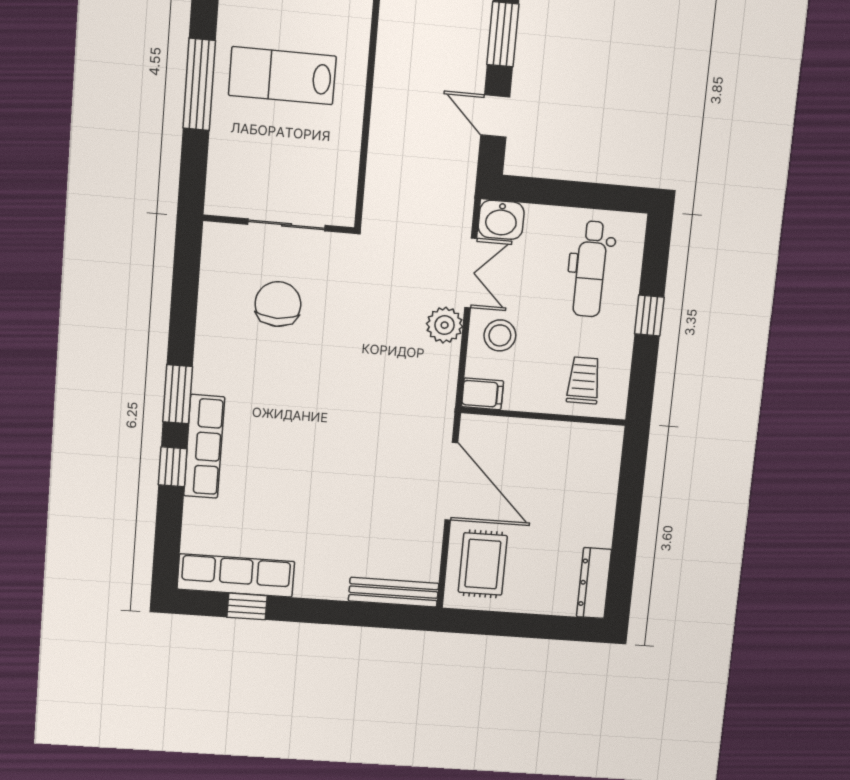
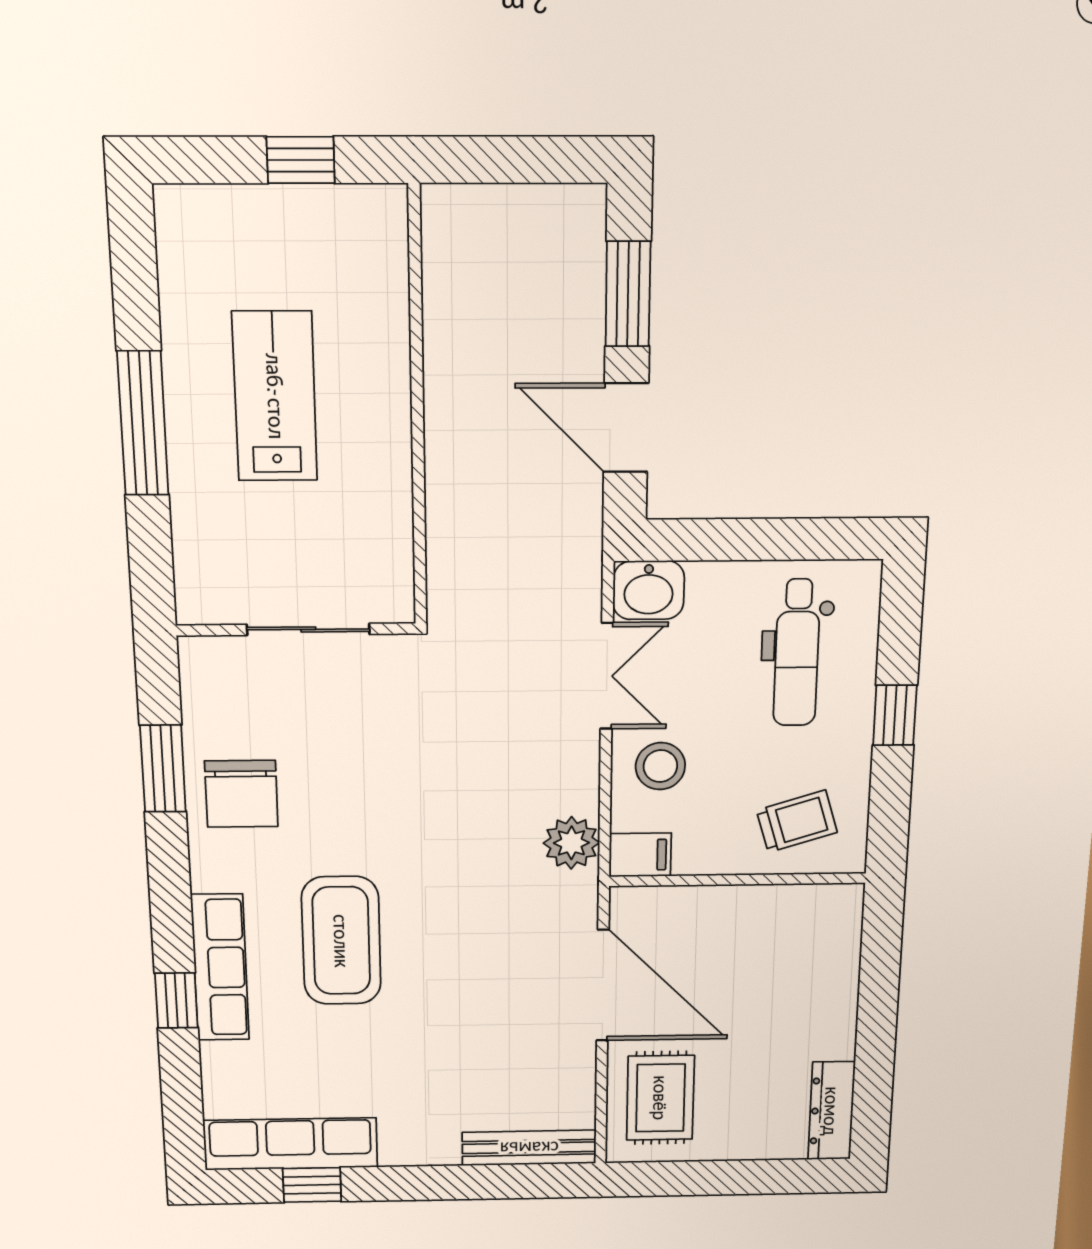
lab bench: (282, 76) -> (275, 396), turned 90
door: (495, 116) -> (626, 428), width x1.38
chair: (278, 304) -> (241, 794), moved, turned 180
plant: (445, 325) -> (571, 843), moved
trolley: (584, 380) -> (797, 821), turned 73
window: (178, 394) -> (163, 769), moved
coffee table: (285, 435) -> (341, 941), added

